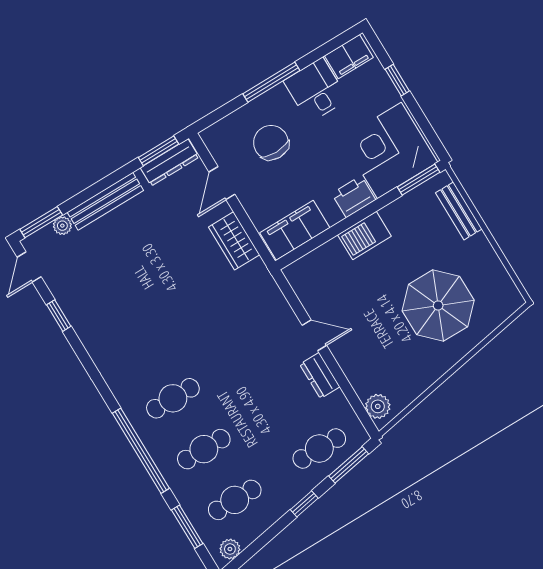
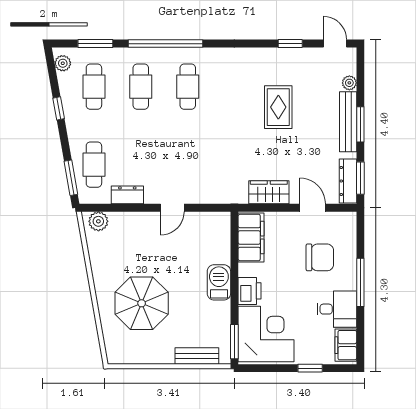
window: (41, 222) -> (360, 124), moved
rug: (136, 287) -> (278, 107), added
dresser: (320, 375) -> (127, 195), moved
window: (304, 504) -> (59, 108), moved

